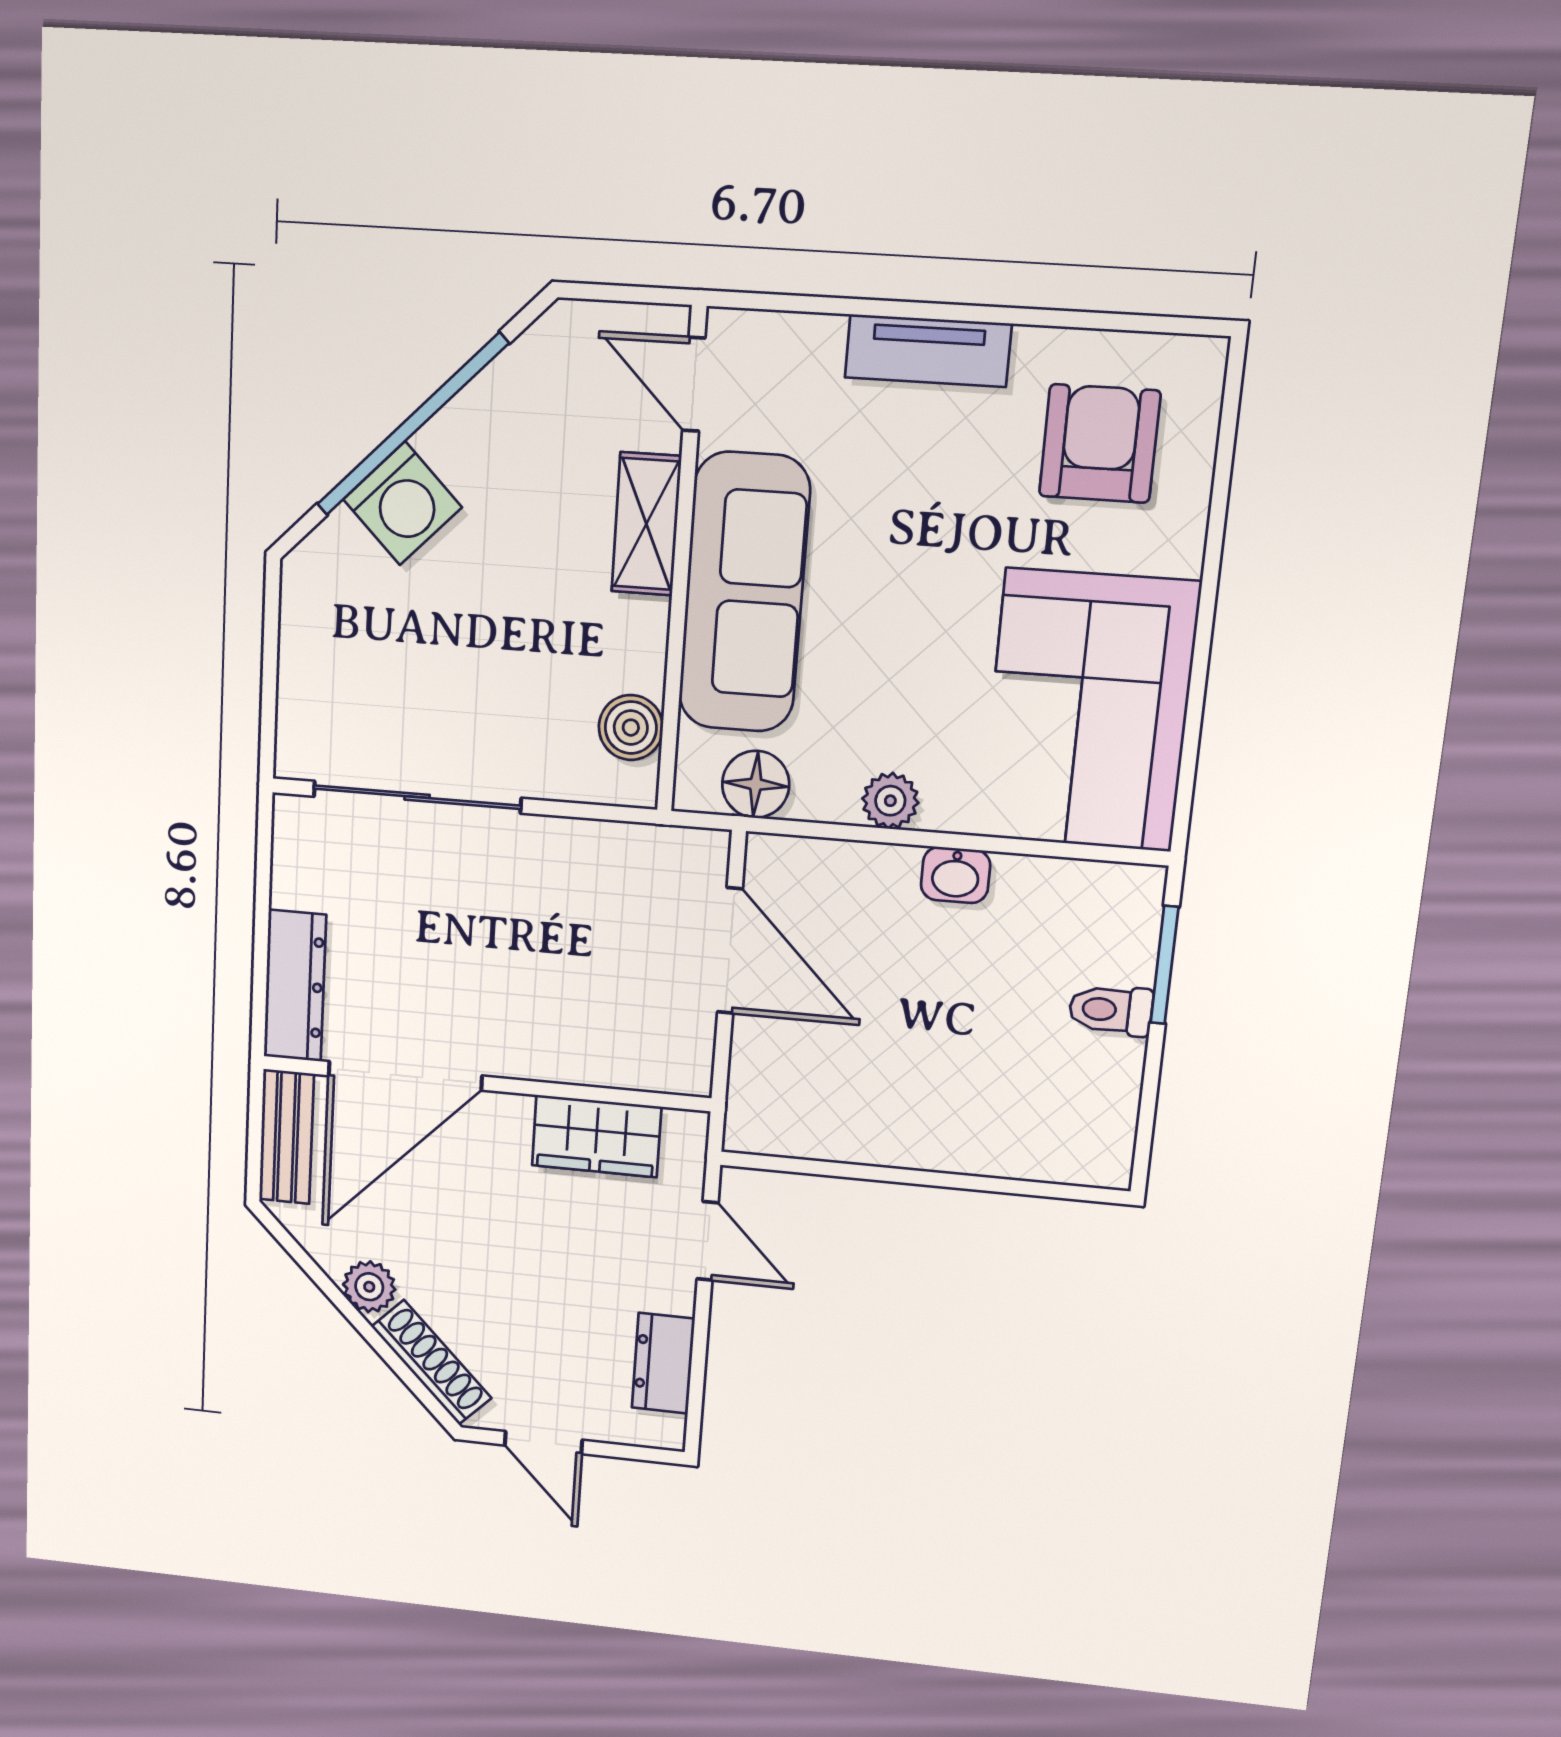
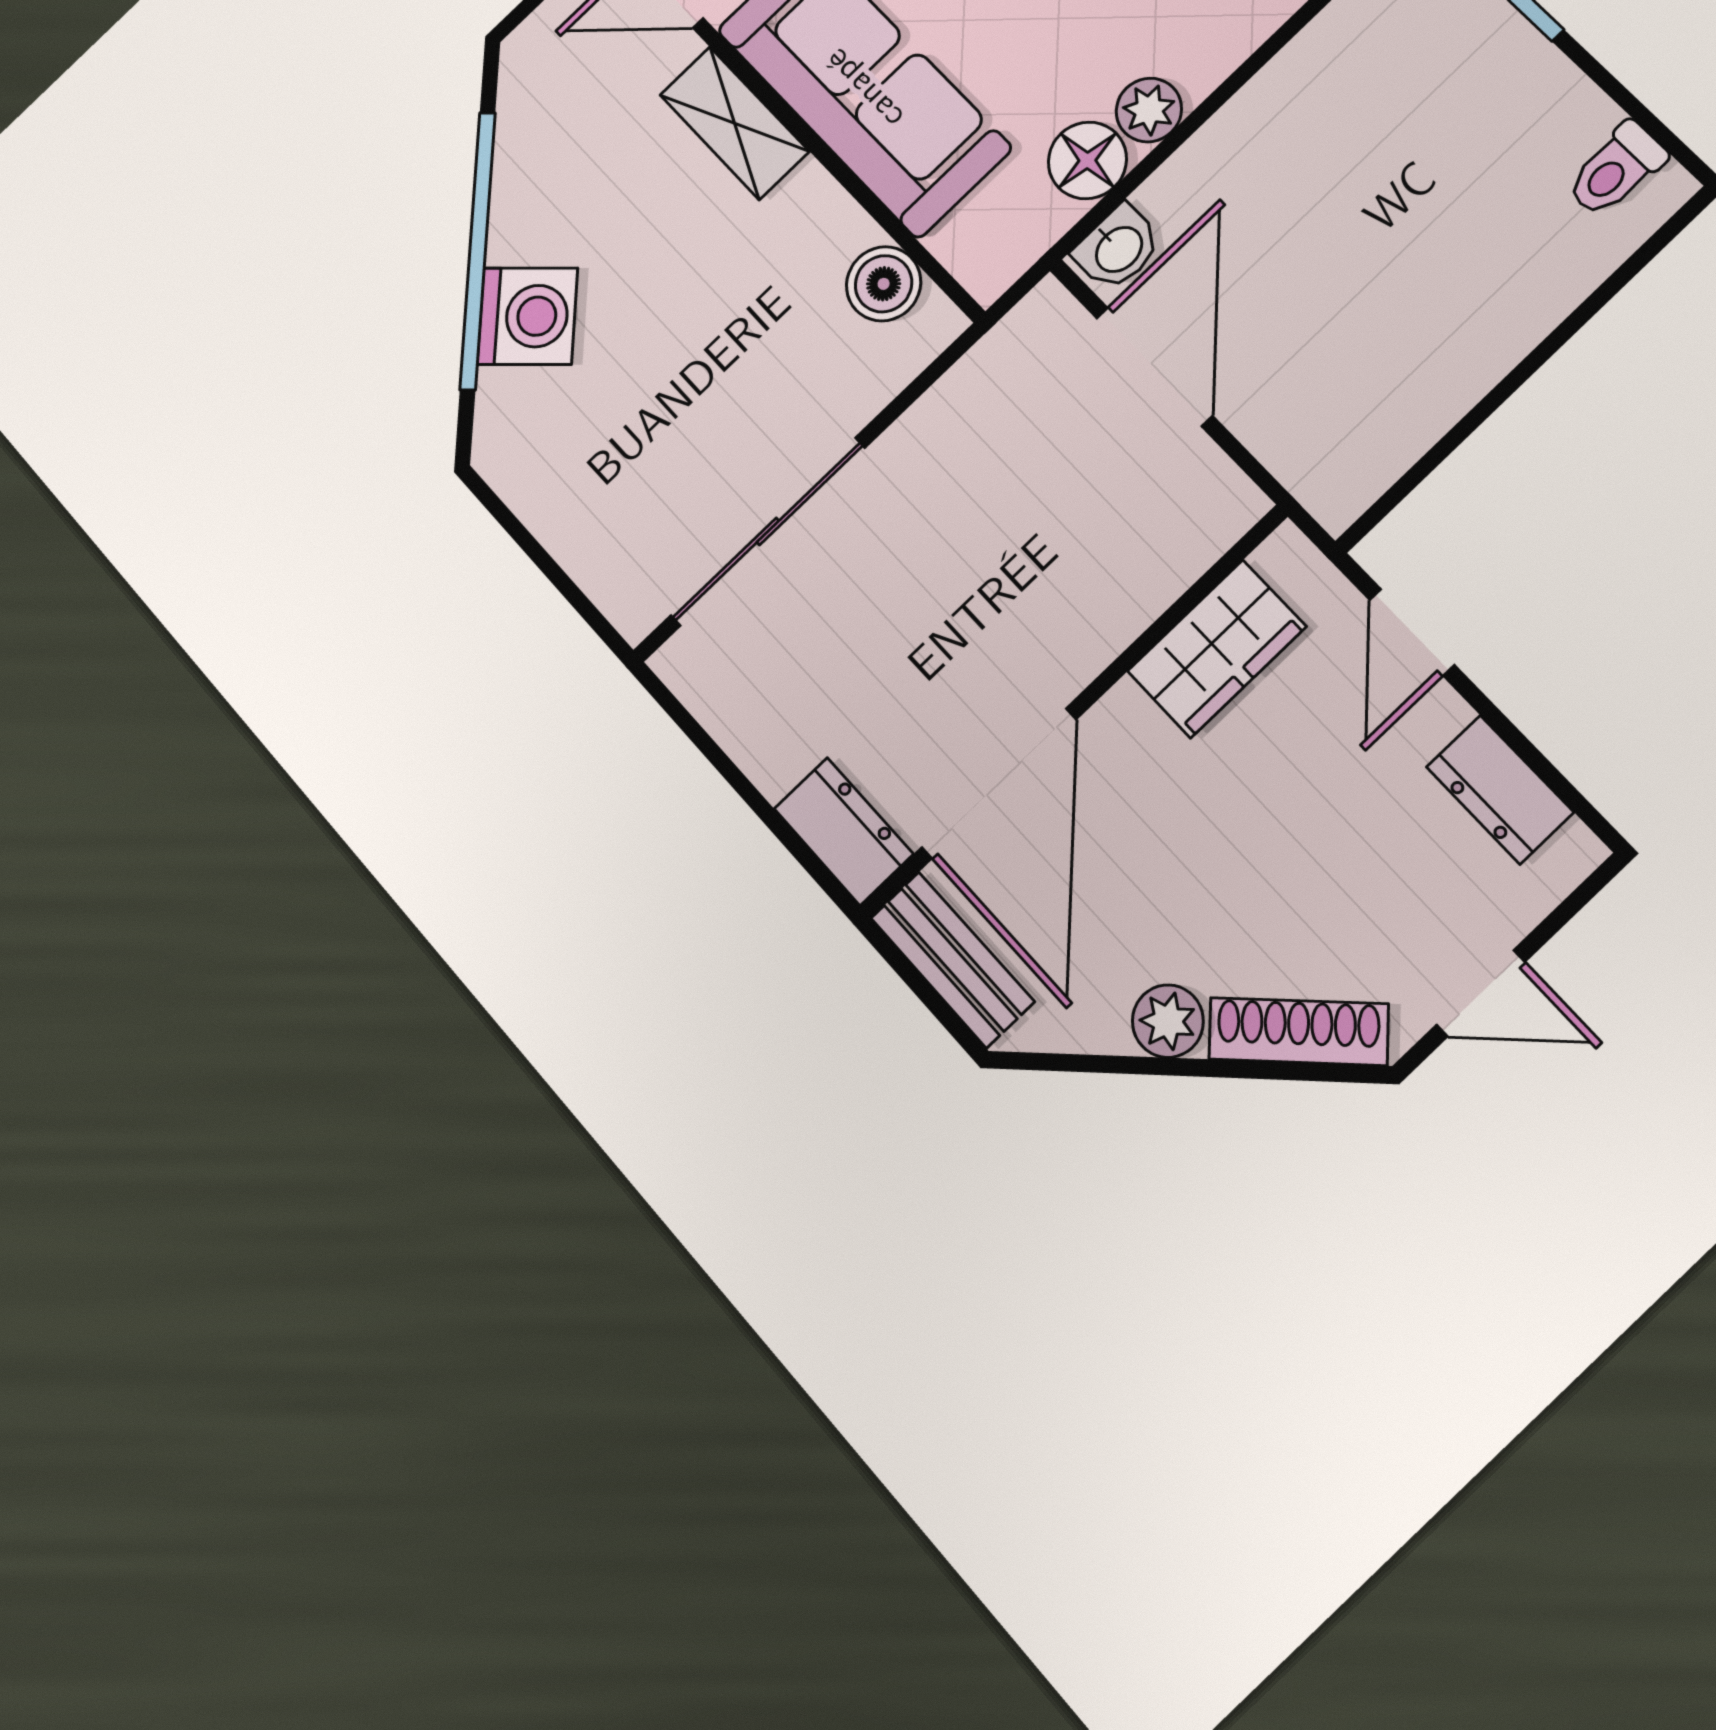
floor lamp: (756, 784) -> (1087, 160), moved
washbasin: (956, 875) -> (1118, 248), moved
door: (730, 951) -> (1154, 367), hinge flipped
dresser: (295, 986) -> (844, 831), width x0.70
toilet: (1111, 1010) -> (1616, 170), moved
door: (708, 1241) -> (1412, 632), swing flipped

